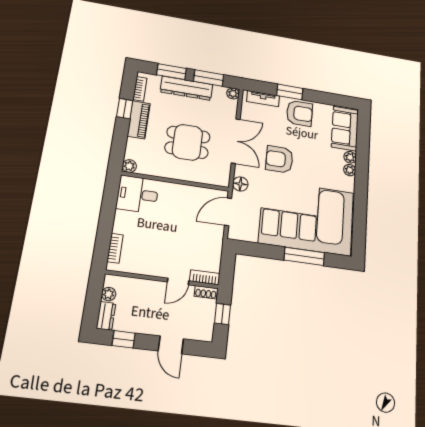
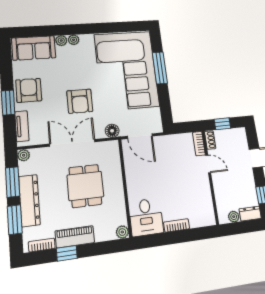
bookcase: (115, 248) -> (177, 225), moved

